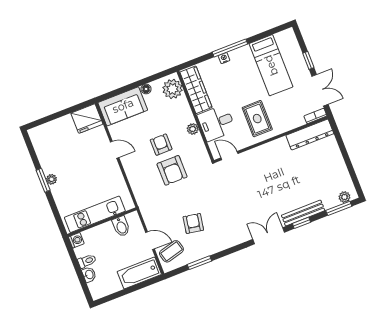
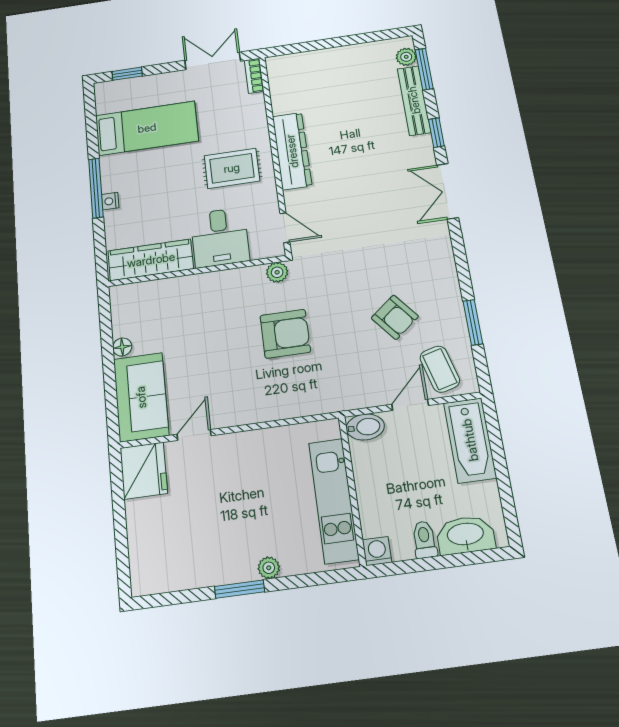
window: (308, 60) -> (127, 74), moved
plant: (172, 89) -> (136, 300), removed
plant: (193, 129) -> (277, 272), moved
dresser: (310, 135) -> (292, 151), moved
armchair: (161, 145) -> (232, 343), removed
door: (115, 150) -> (194, 435), moved
door: (229, 156) -> (285, 228), swing flipped
plant: (51, 179) -> (269, 568), moved
bench: (303, 213) -> (414, 100), moved
armchair: (193, 223) -> (395, 317), turned -139
bidet: (121, 226) -> (365, 427), moved
washbasin: (89, 275) -> (465, 535), width x1.91, depth x1.45

